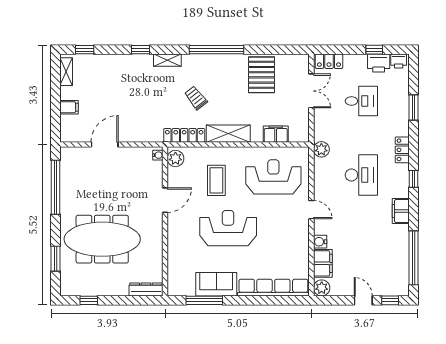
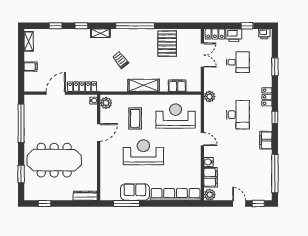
window: (85, 50) -> (56, 26), moved
printer: (379, 63) -> (234, 35), moved
locker: (184, 135) -> (82, 87), moved

